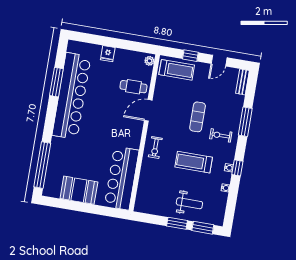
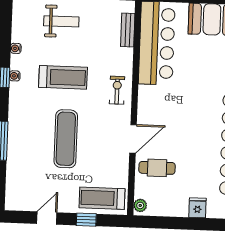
bench: (243, 82) -> (128, 30), moved
exercise mat: (198, 117) -> (66, 139), width x1.36, depth x1.45
exercise bike: (221, 135) -> (31, 118), removed
weight bench: (189, 203) -> (61, 21), turned 180

